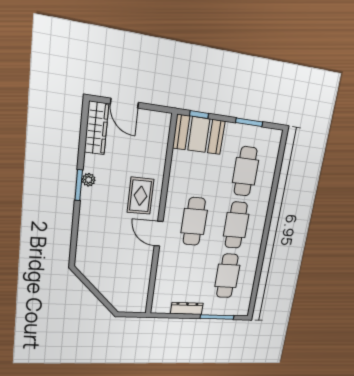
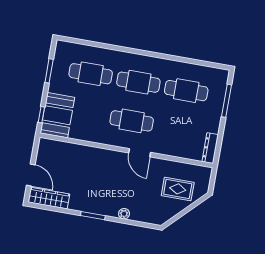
door: (124, 103) -> (31, 175), hinge flipped
plant: (89, 180) -> (124, 214), moved
rug: (140, 196) -> (178, 189), moved
door: (159, 234) -> (140, 153), hinge flipped
dresser: (187, 308) -> (210, 148), moved

